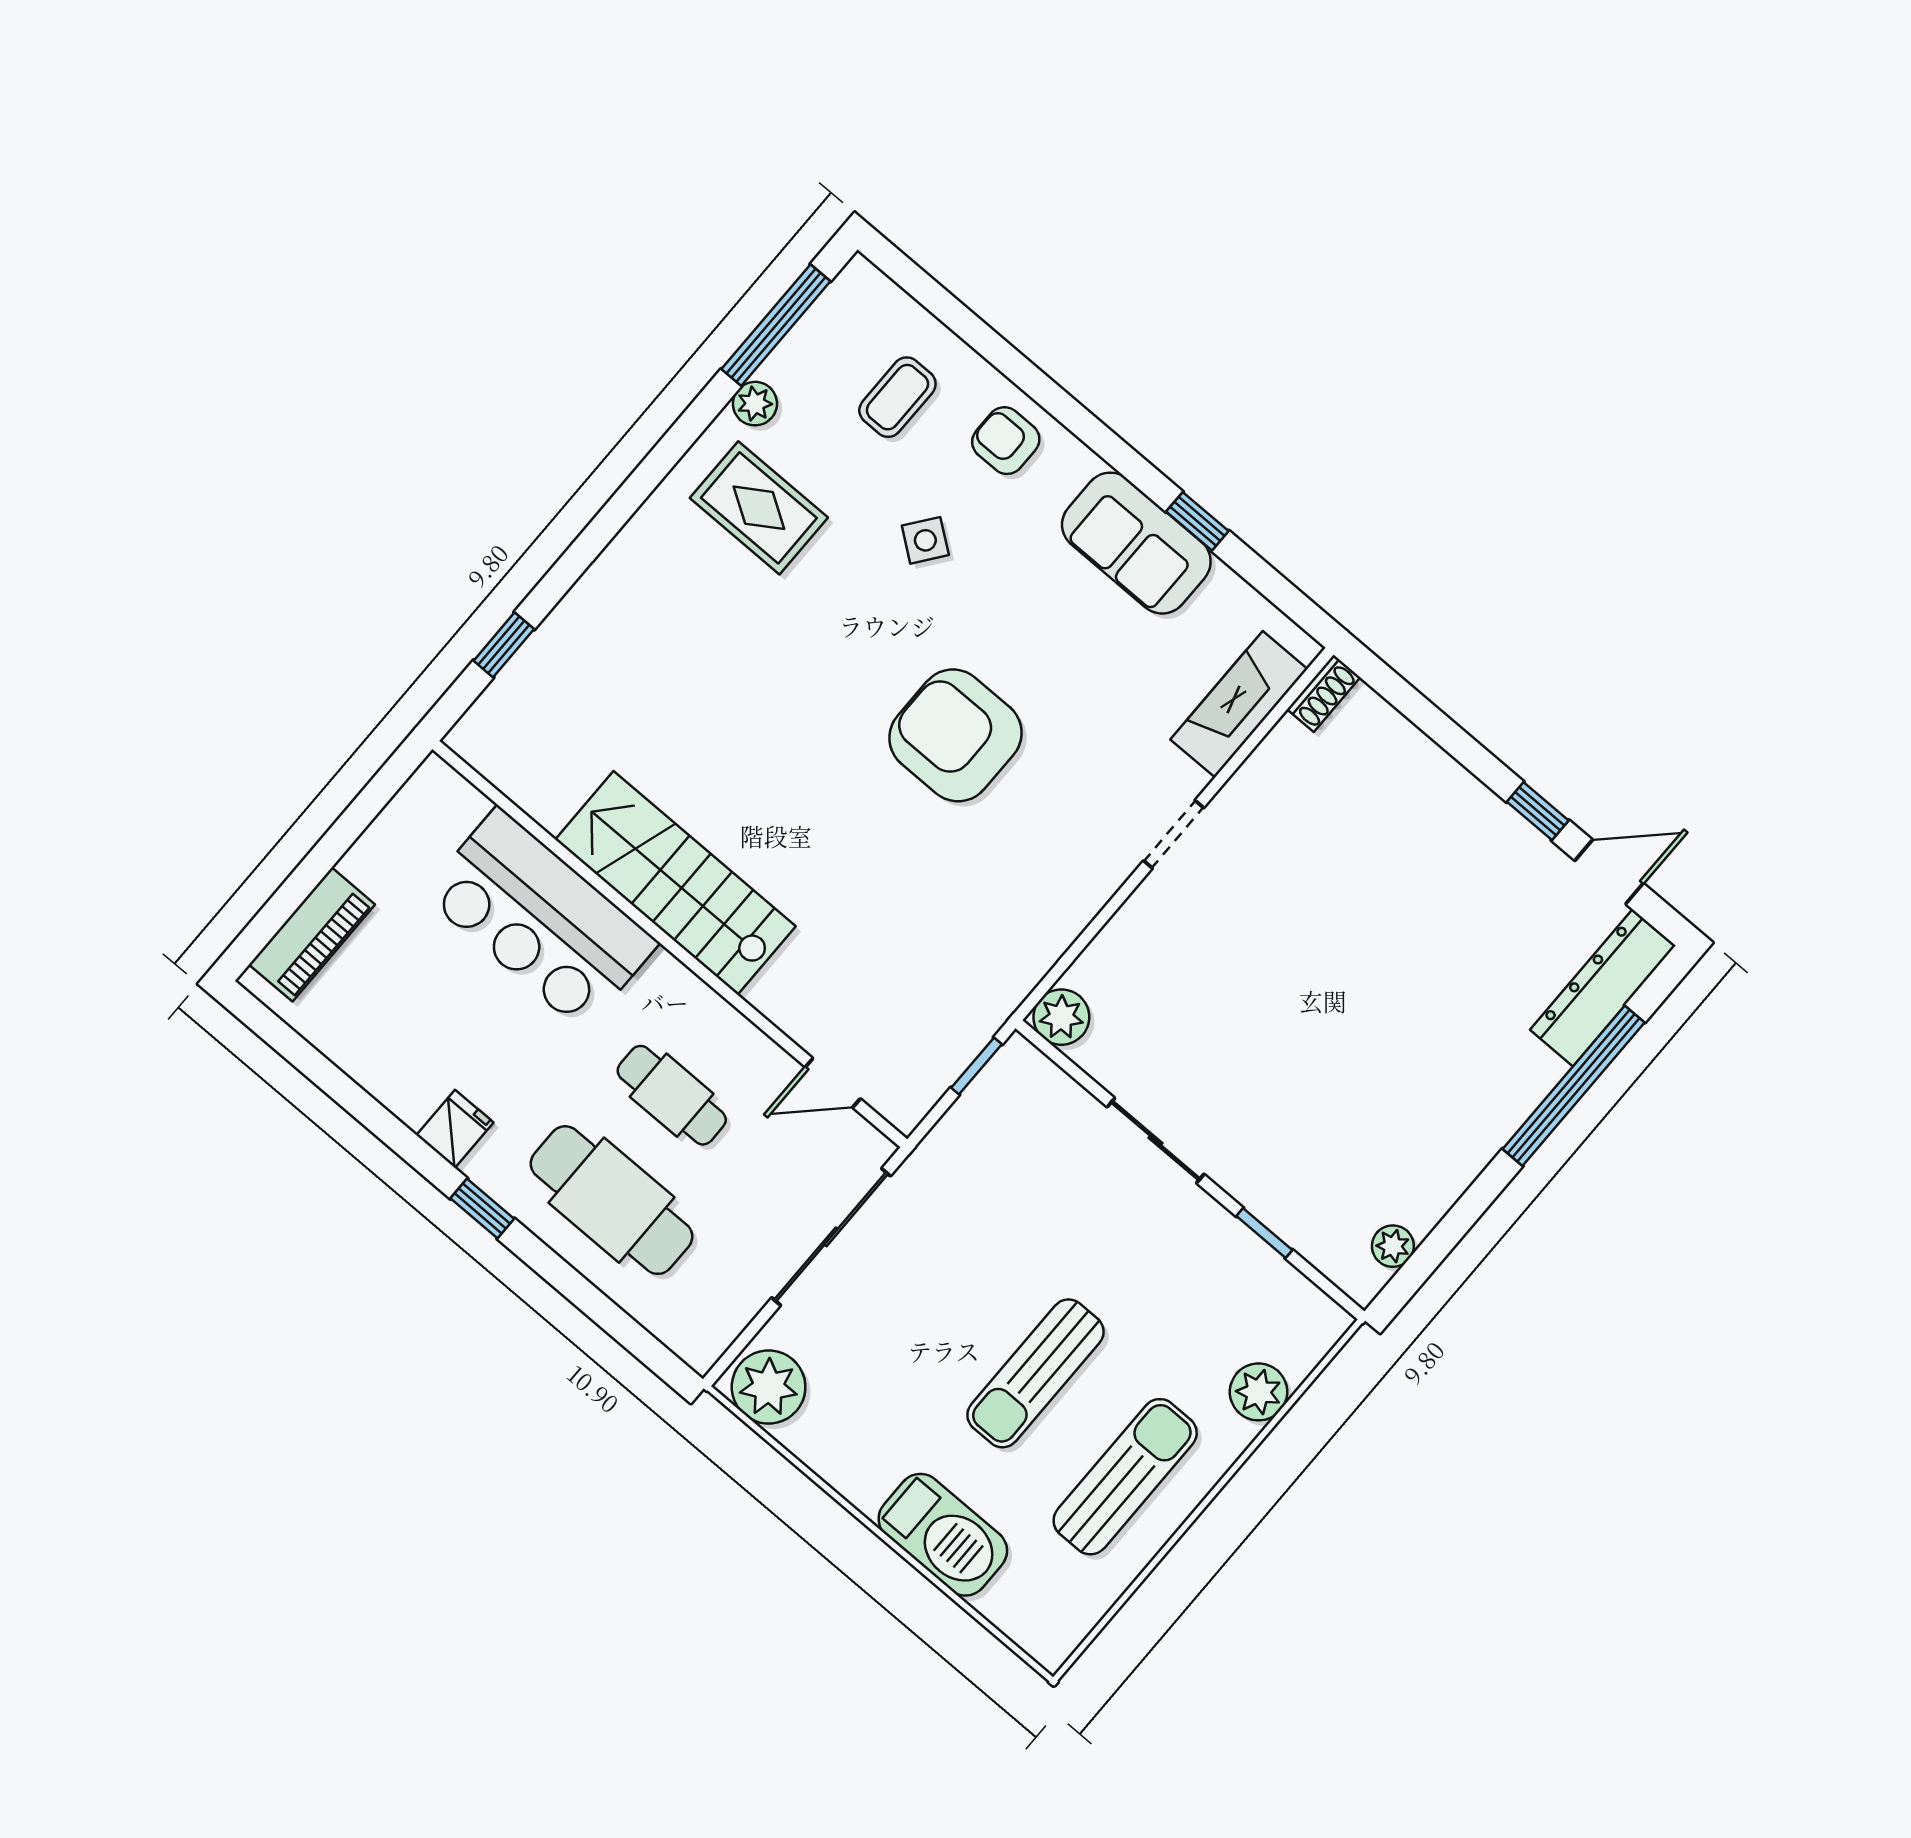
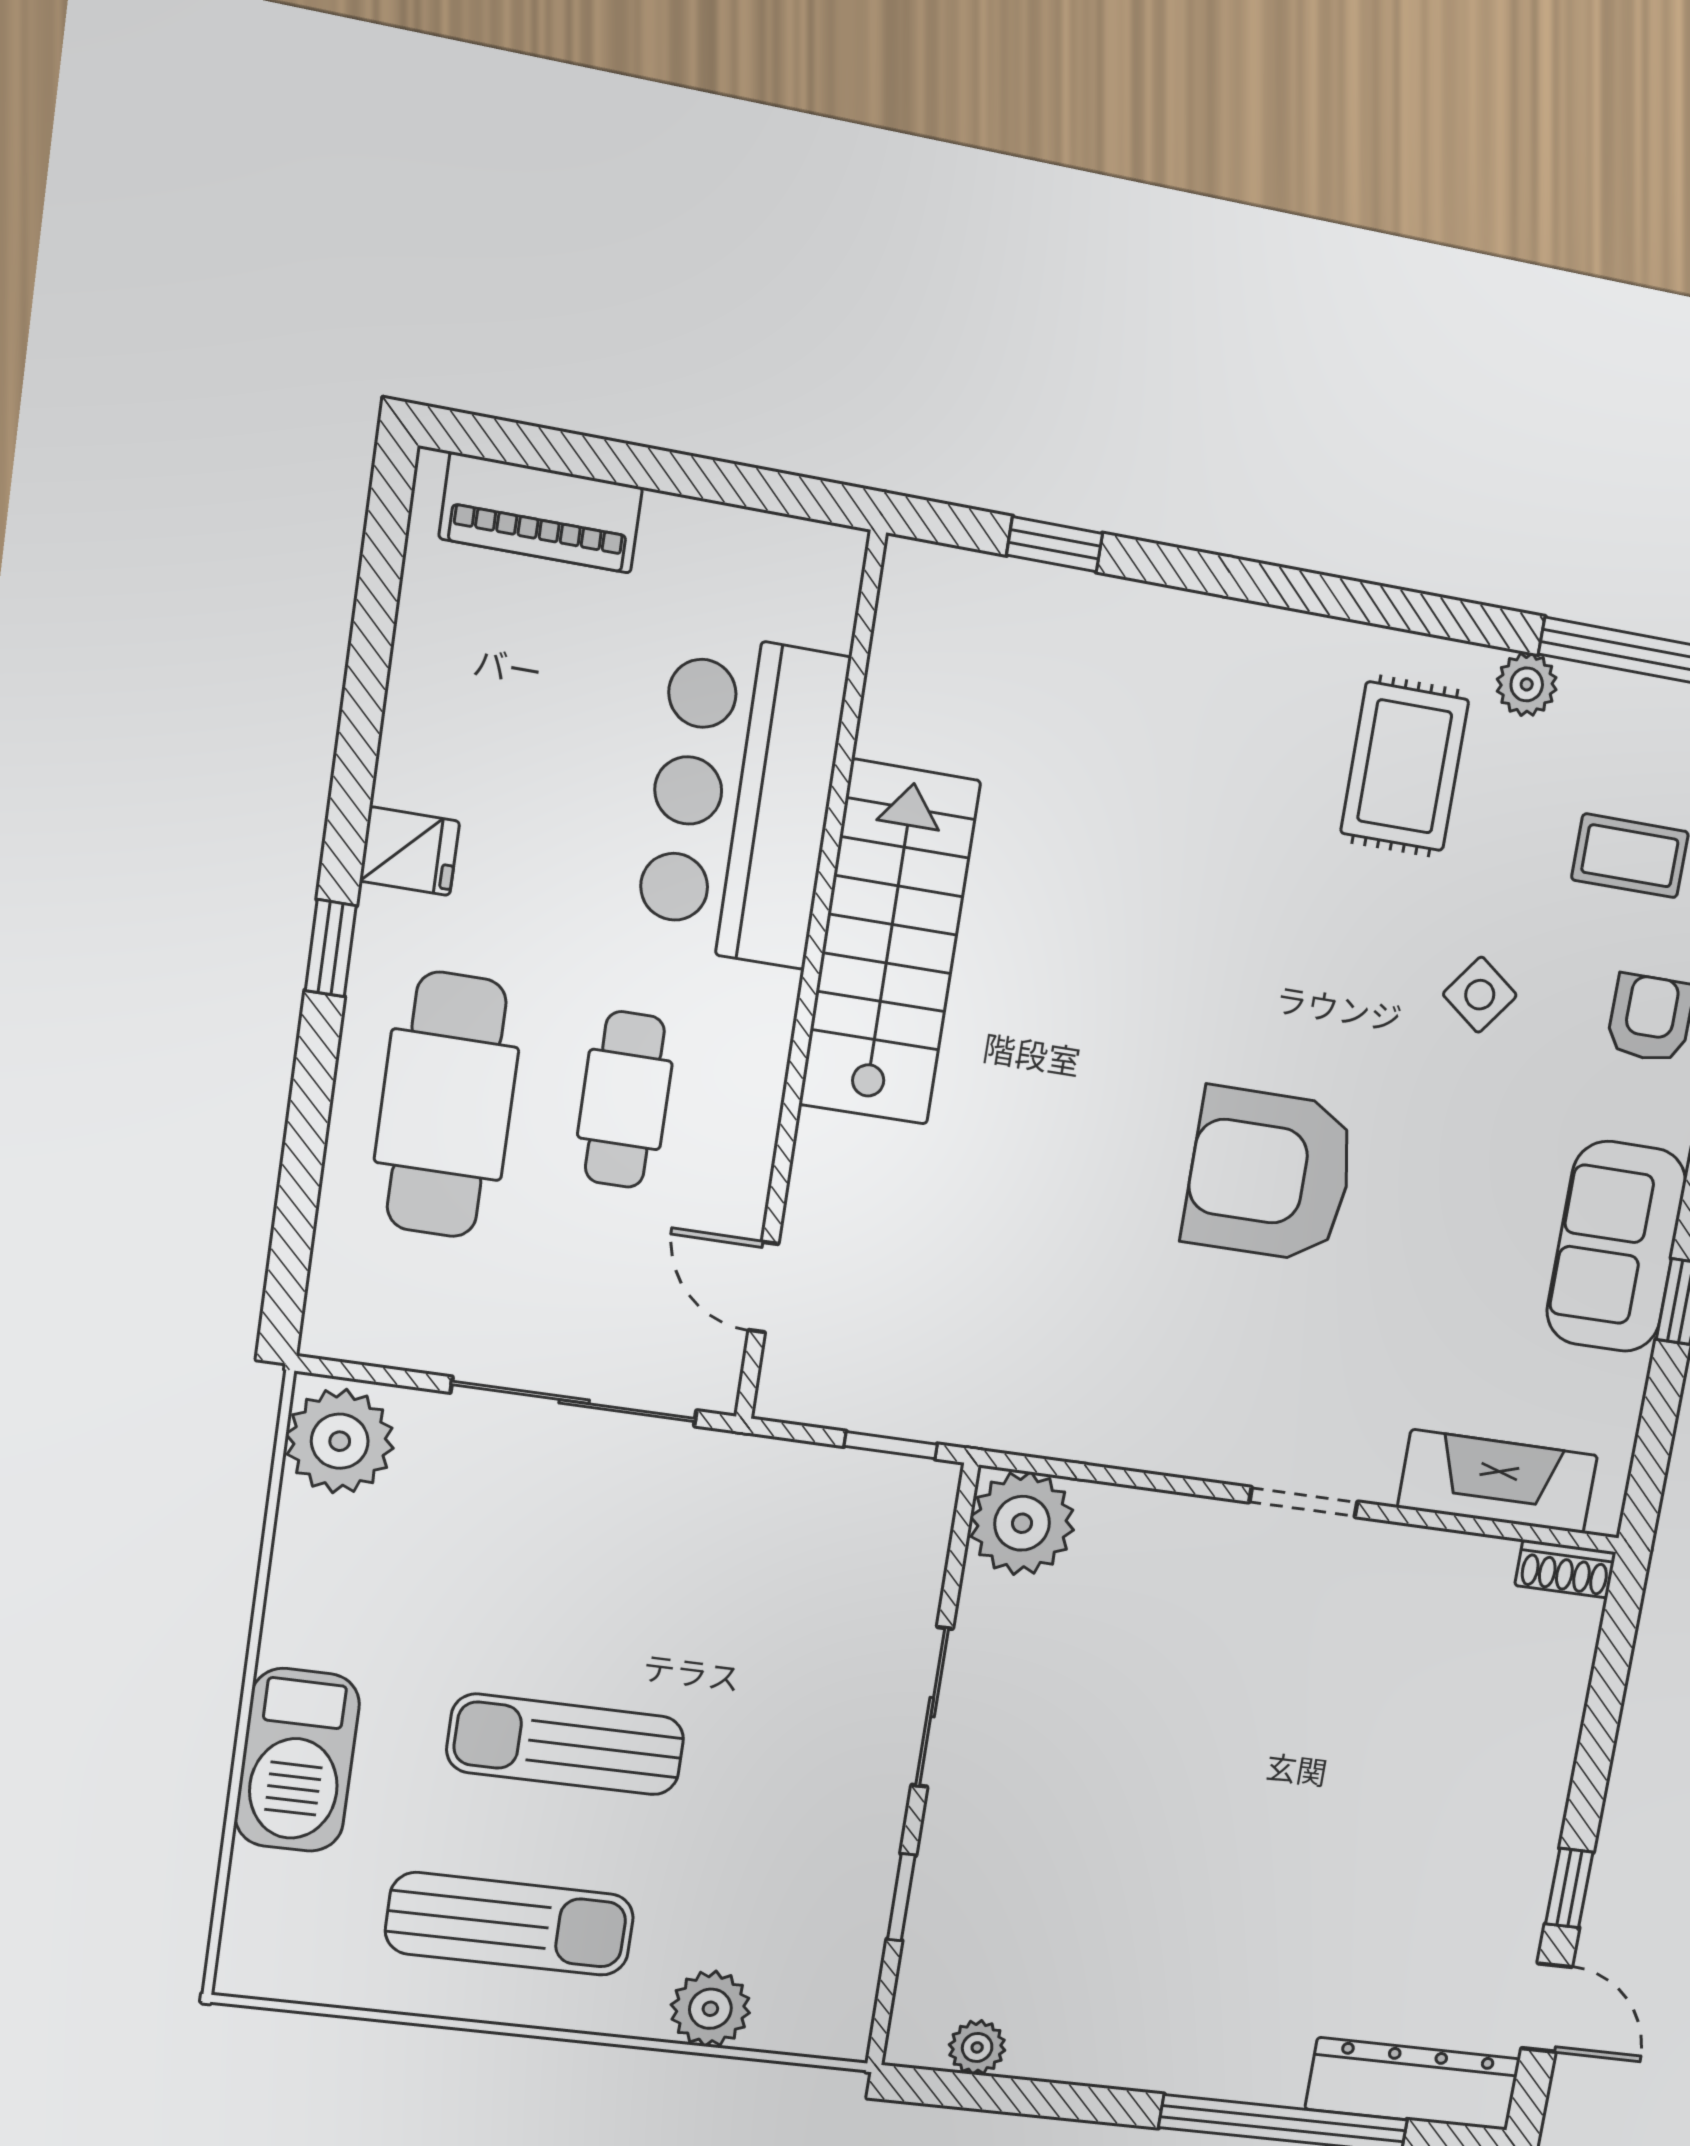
armchair: (955, 735) -> (1270, 1175), turned -90
plant: (1061, 1017) -> (1022, 1523), width x1.36, depth x1.36

